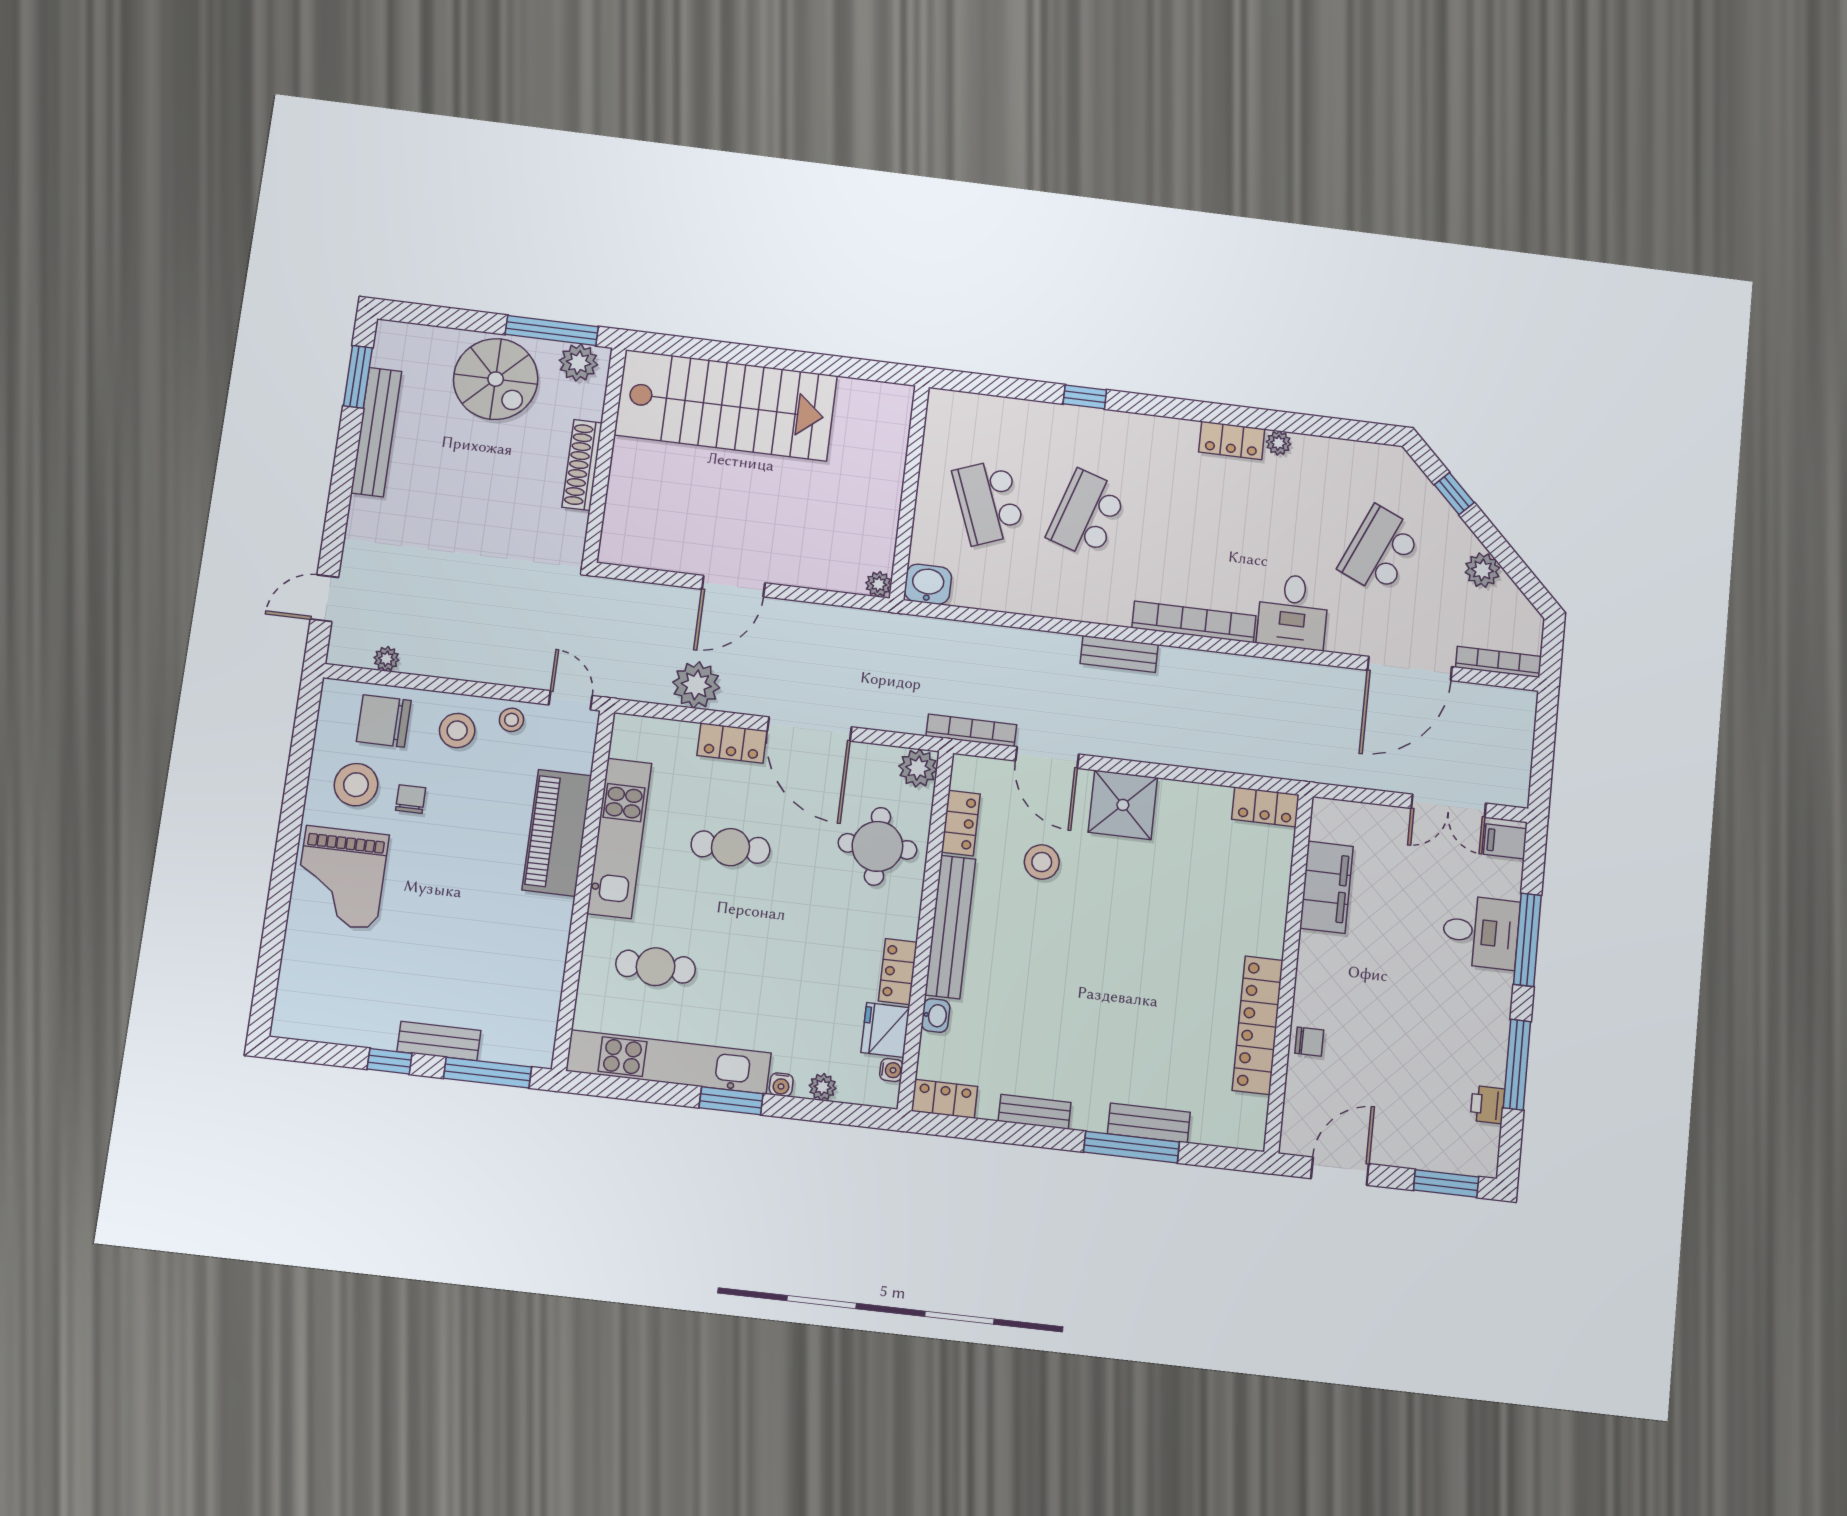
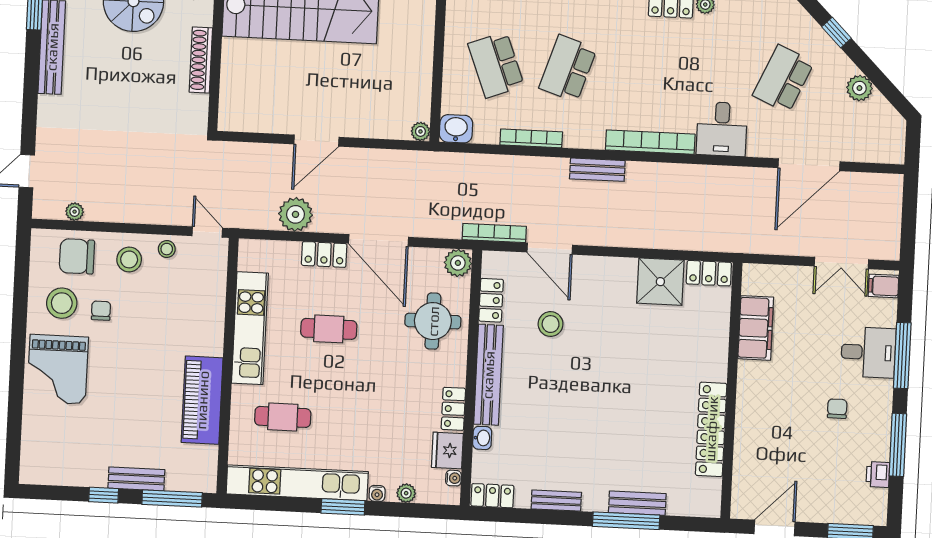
bookcase: (1499, 662) -> (531, 138), moved
shower: (1123, 805) -> (660, 282), moved
piano: (557, 833) -> (202, 400), moved
chair: (1309, 1042) -> (837, 409), moved, turned -90

